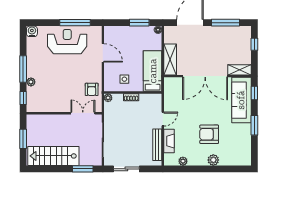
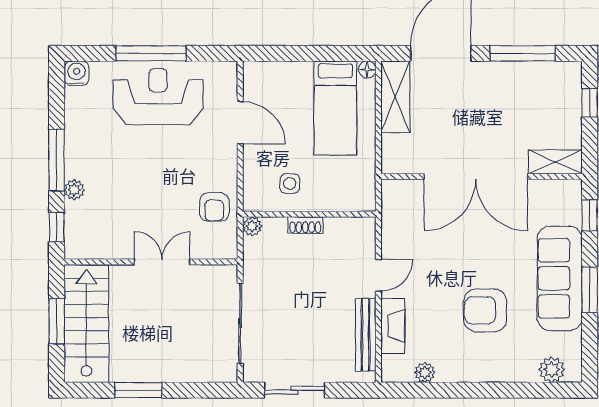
window: (75, 23) -> (151, 53), moved
window: (139, 23) -> (324, 53), removed
shelving: (170, 59) -> (395, 97), moved
bed: (153, 71) -> (335, 108), moved, turned 180
sofa: (241, 100) -> (560, 278), moved
double door: (83, 113) -> (162, 262), moved
stairs: (53, 156) -> (86, 324), moved, turned 90
plant: (213, 160) -> (552, 370), moved
window: (83, 169) -> (138, 390), moved

